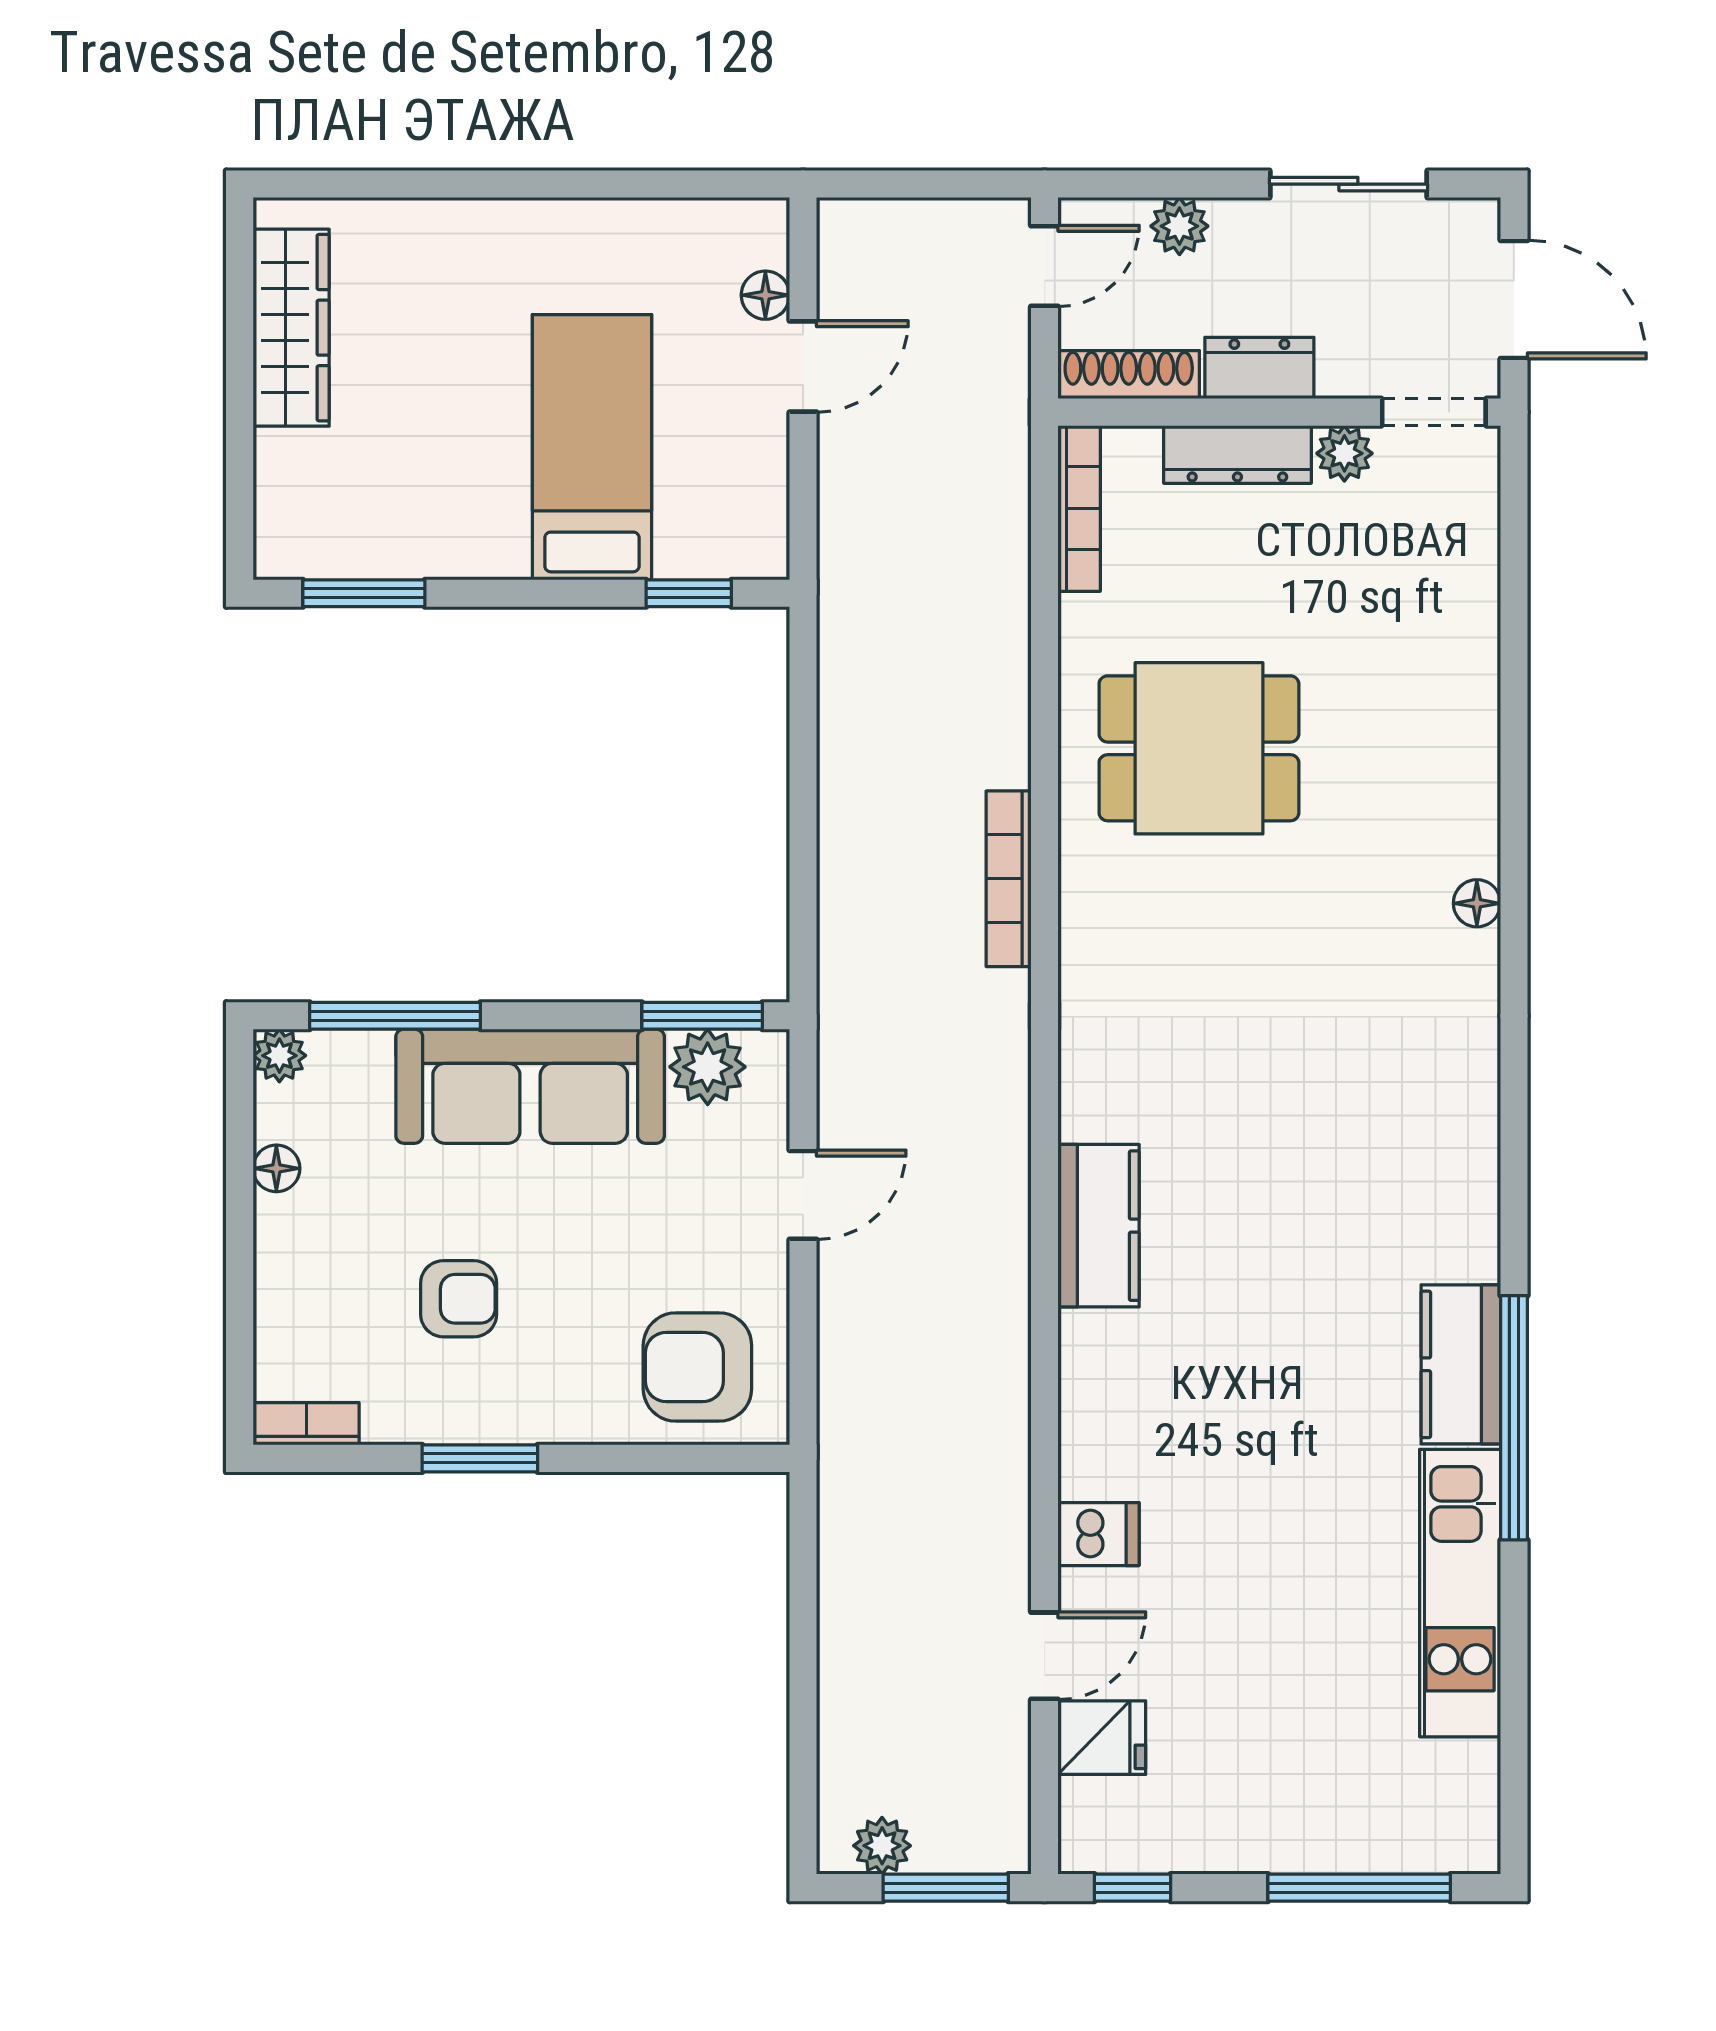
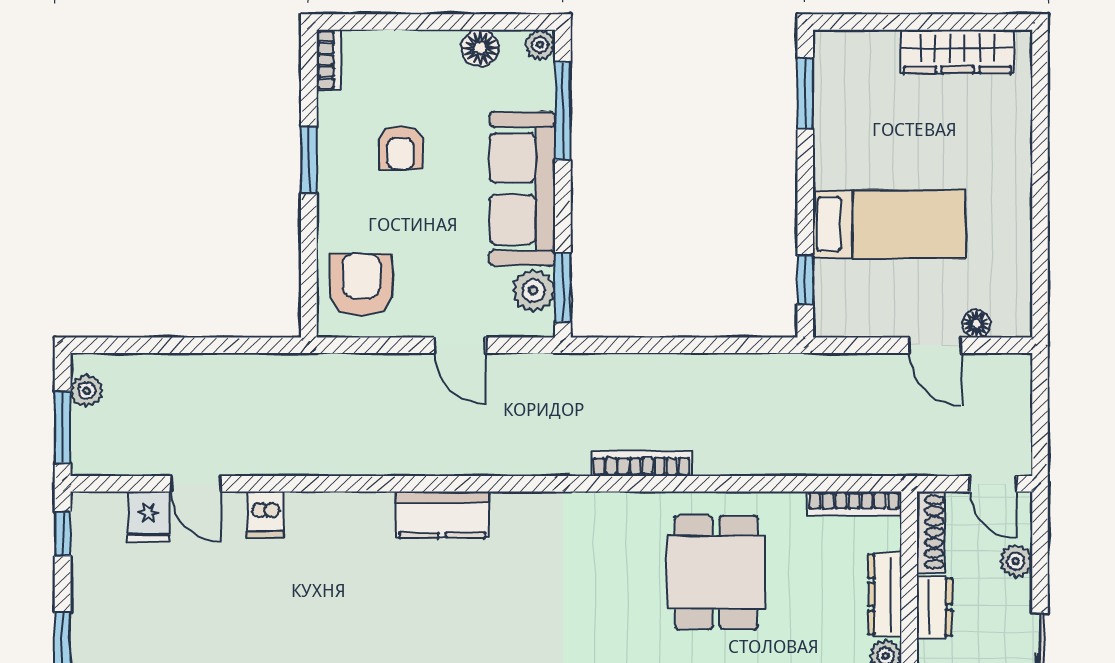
floor lamp: (276, 1168) -> (480, 48), width x1.37, depth x1.37

